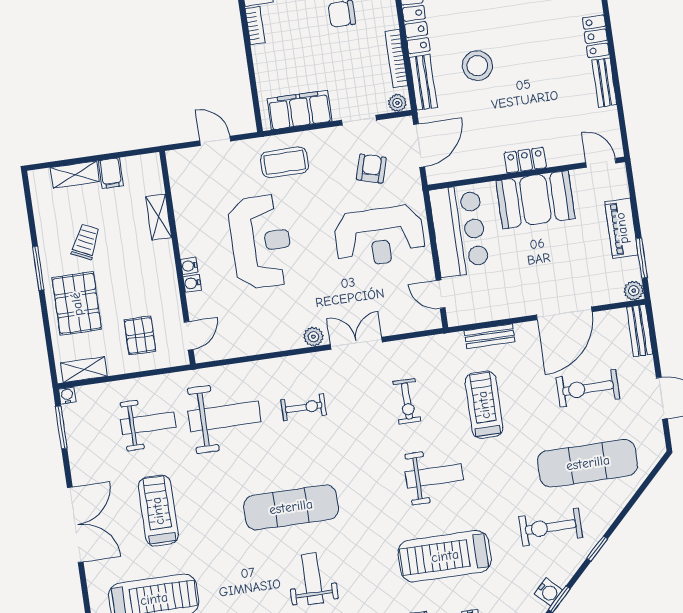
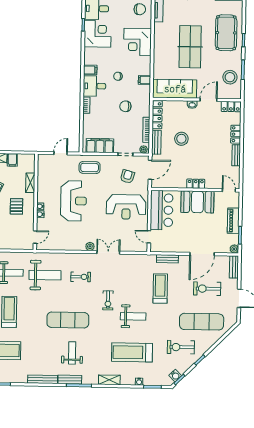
door: (215, 141) -> (61, 153), hinge flipped
pallet: (140, 335) -> (16, 206), moved
exercise bike: (407, 401) -> (108, 300), moved

